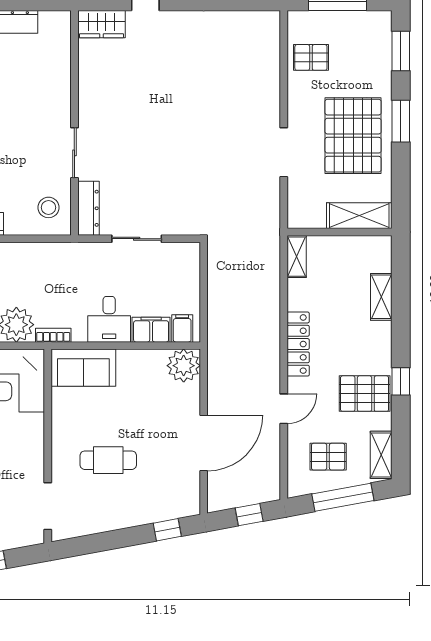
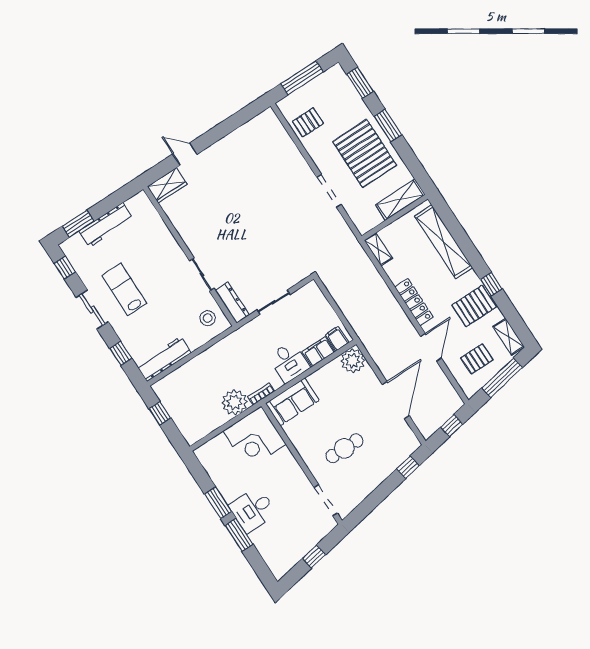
shelving: (381, 297) -> (444, 242), width x2.20, depth x1.33
door: (284, 409) -> (431, 347), width x1.38

